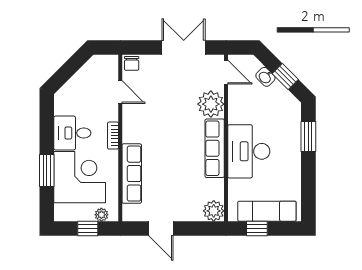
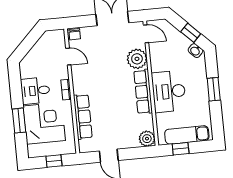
washbasin: (265, 77) -> (195, 51), moved
window: (308, 137) -> (214, 89), moved
plant: (101, 215) -> (63, 150), removed

